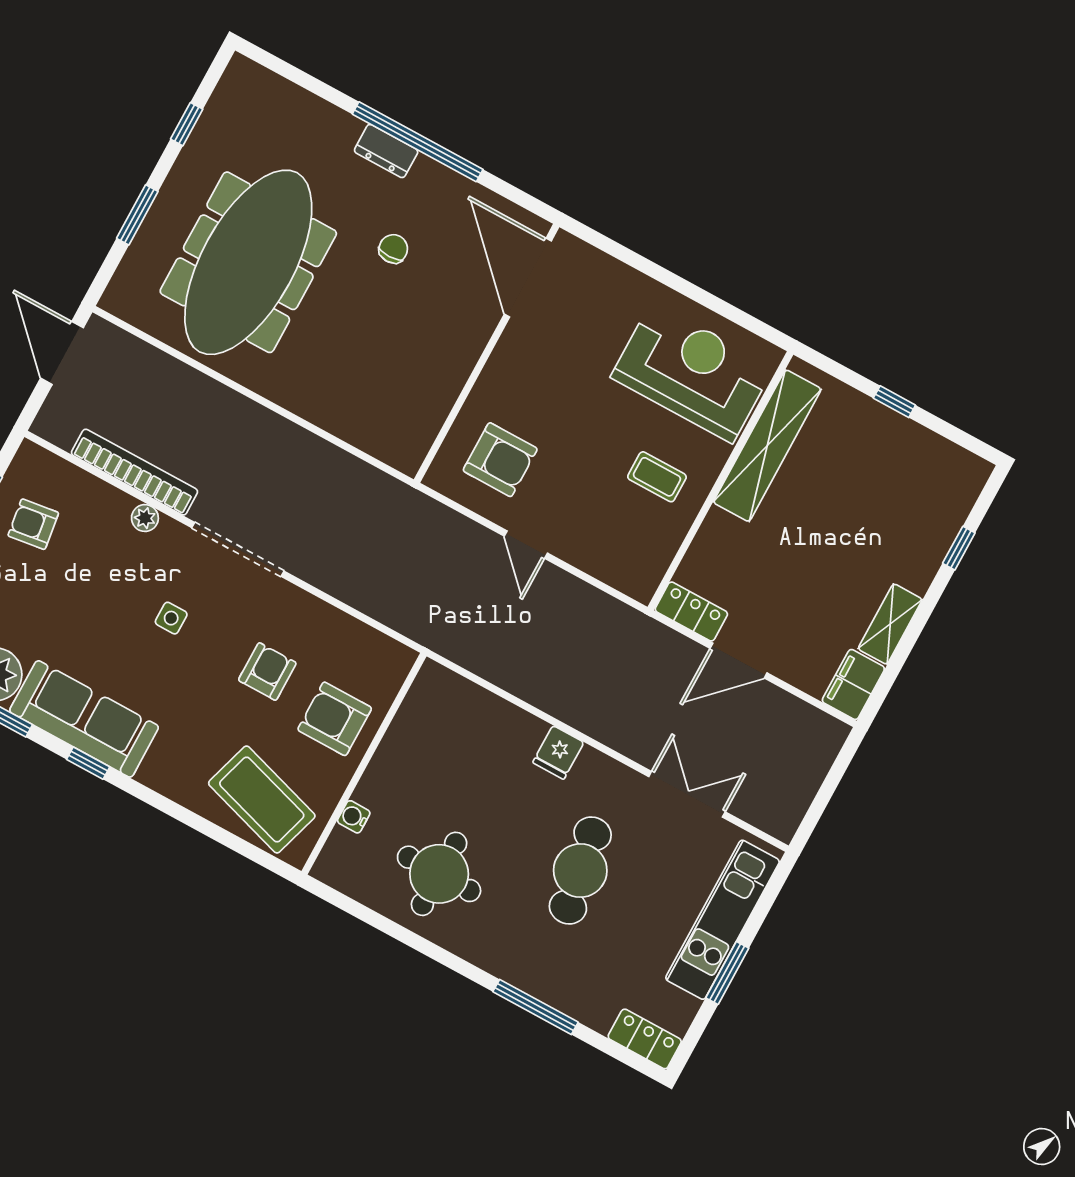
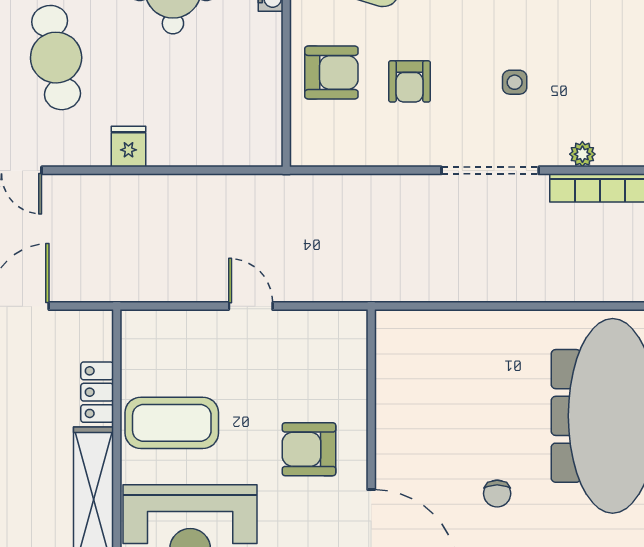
armchair: (500, 460) -> (309, 449), moved
coffee table: (657, 477) -> (172, 423), width x1.86, depth x1.72
locker: (691, 612) -> (97, 392), moved, turned 90

